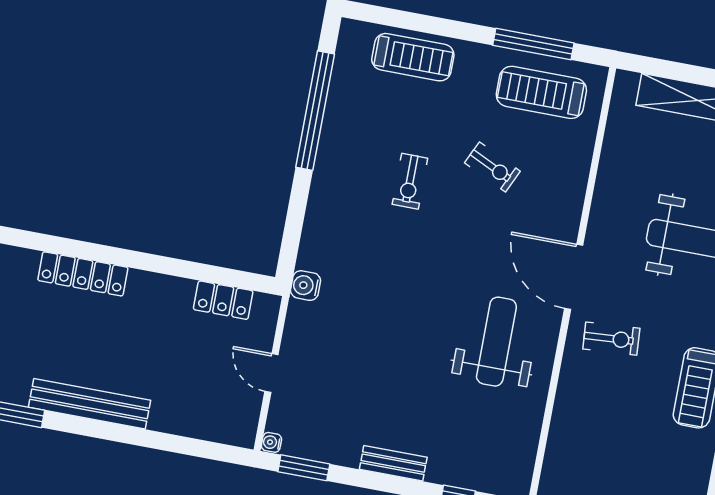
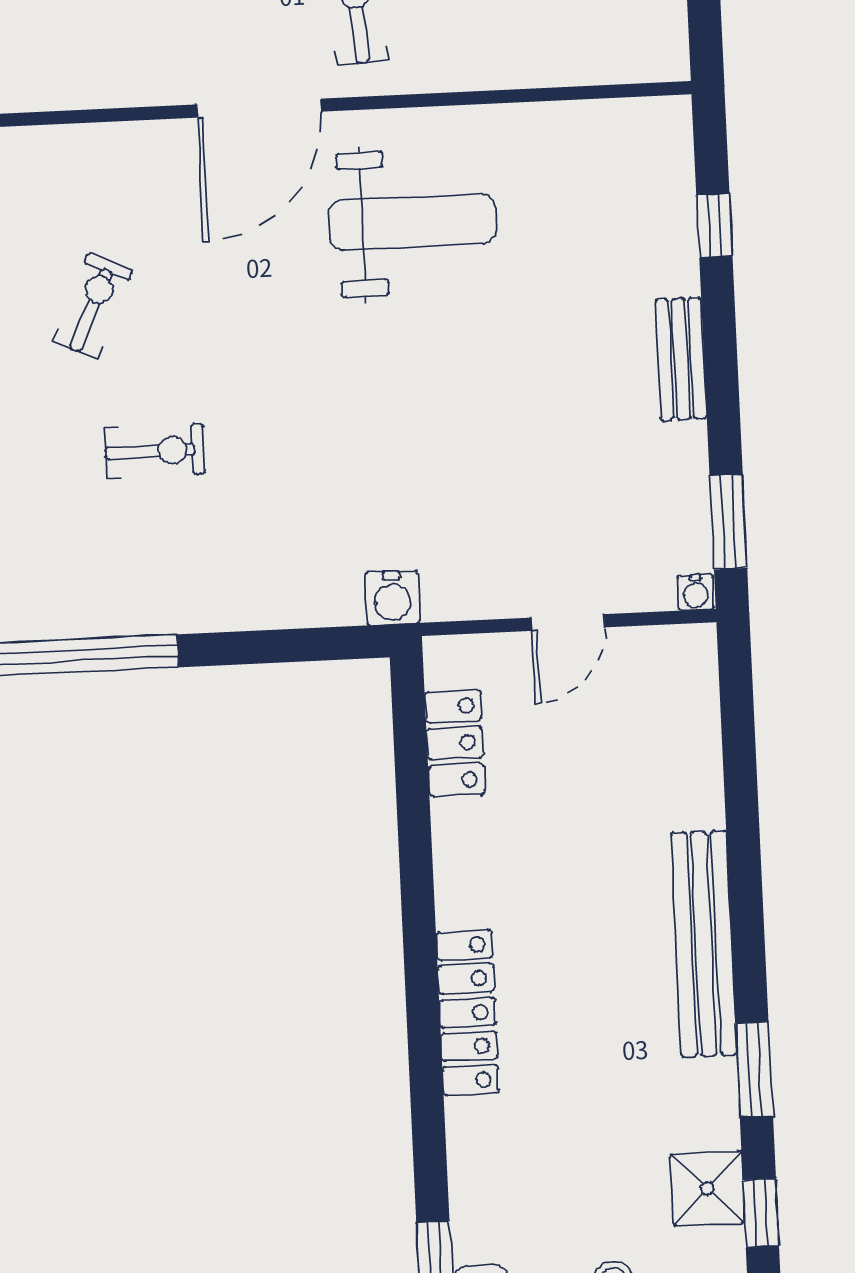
weight bench: (496, 342) -> (412, 222), turned 180

